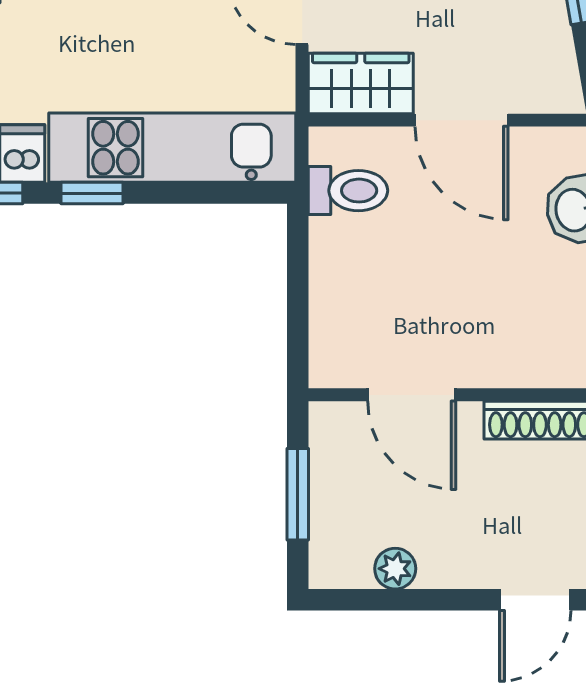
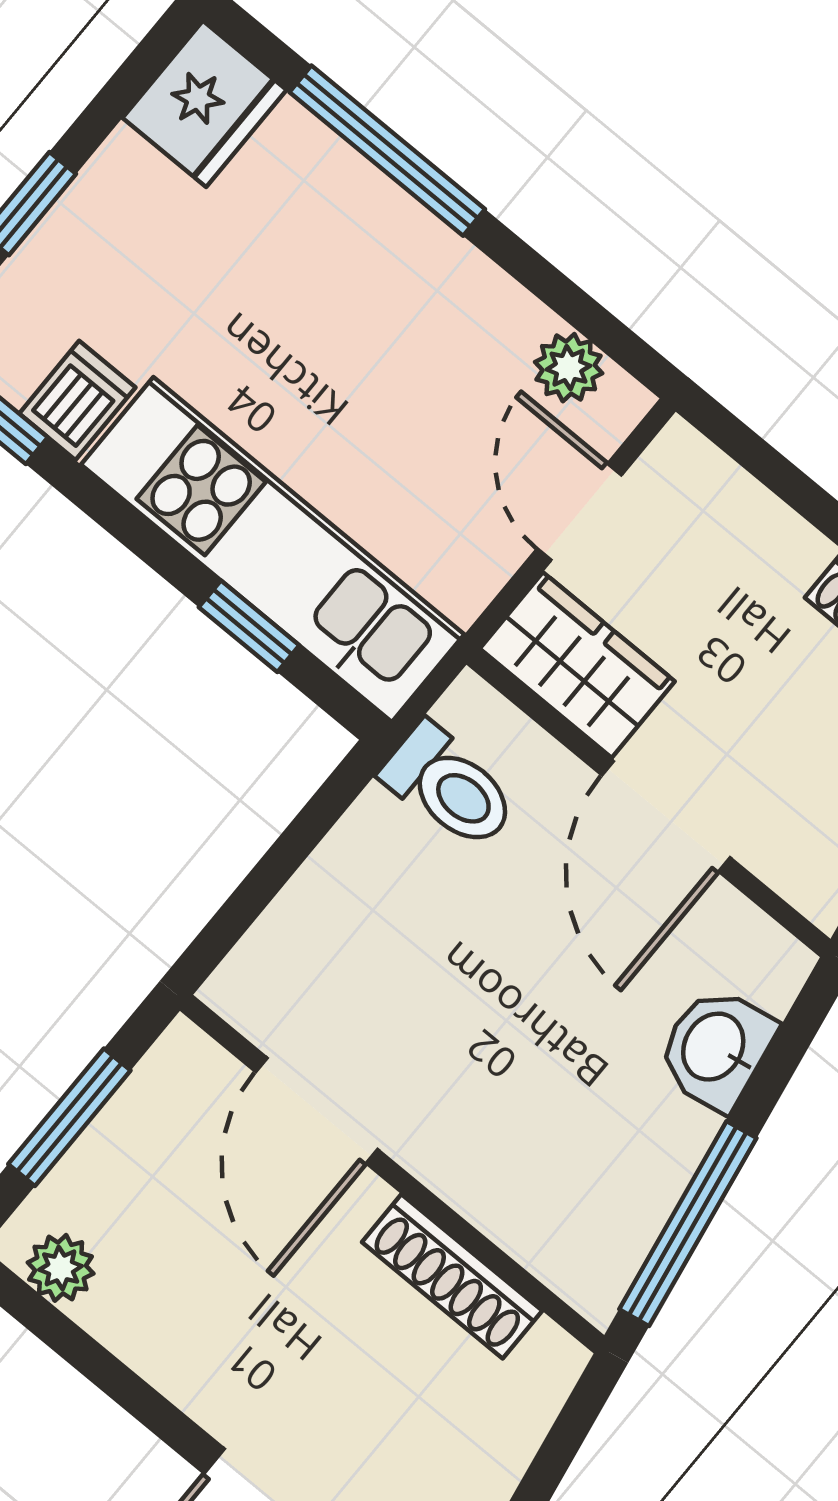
window: (92, 193) -> (249, 626), moved
plant: (395, 569) -> (61, 1268), moved

